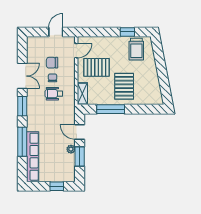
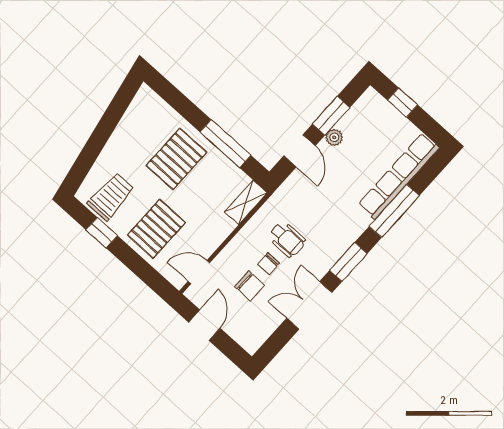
door: (56, 32) -> (204, 325), swing flipped
pallet: (97, 67) -> (156, 229), moved, turned 90

